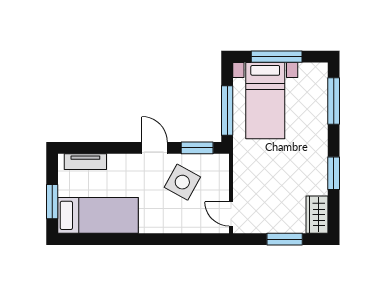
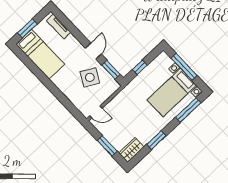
bed with nightstands: (265, 101) -> (172, 93), moved
window: (227, 111) -> (140, 67), width x0.46
door: (231, 214) -> (96, 112), swing flipped

